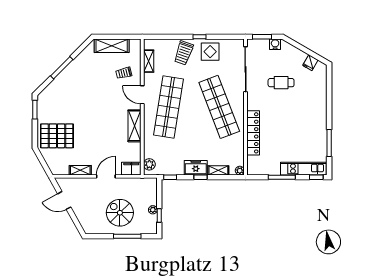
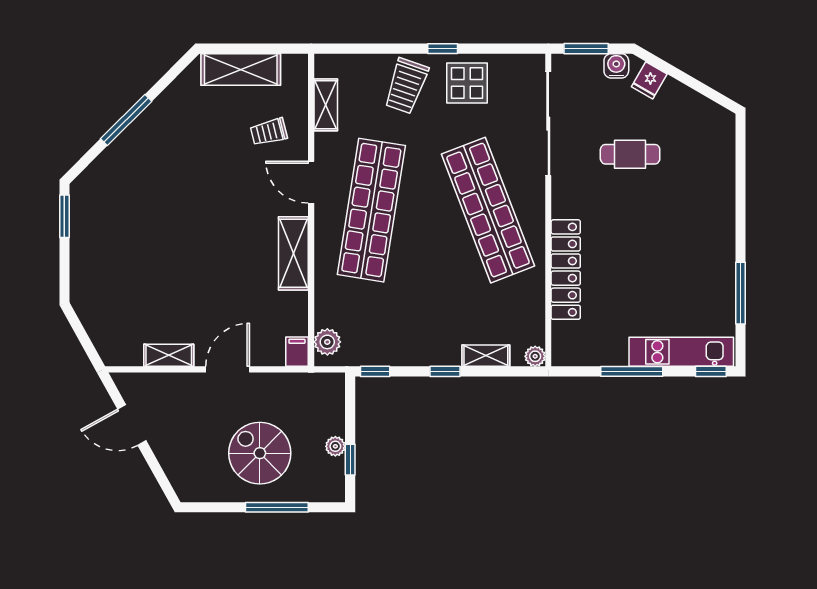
fridge: (310, 63) -> (649, 80), moved
pallet: (57, 136) -> (115, 276), removed
freezer: (196, 168) -> (434, 349), removed
filing cabinet: (131, 169) -> (297, 352), width x0.50

